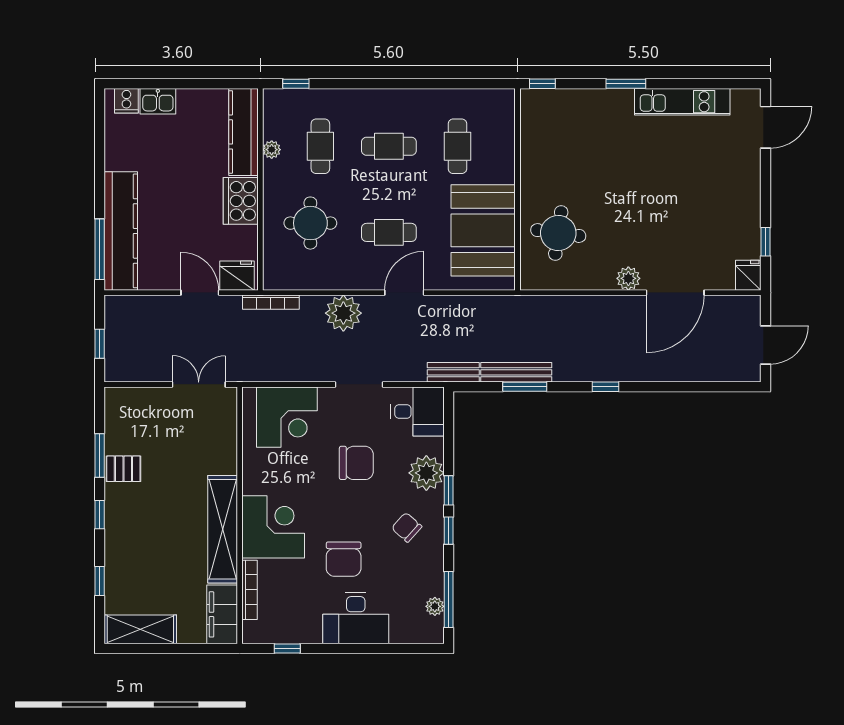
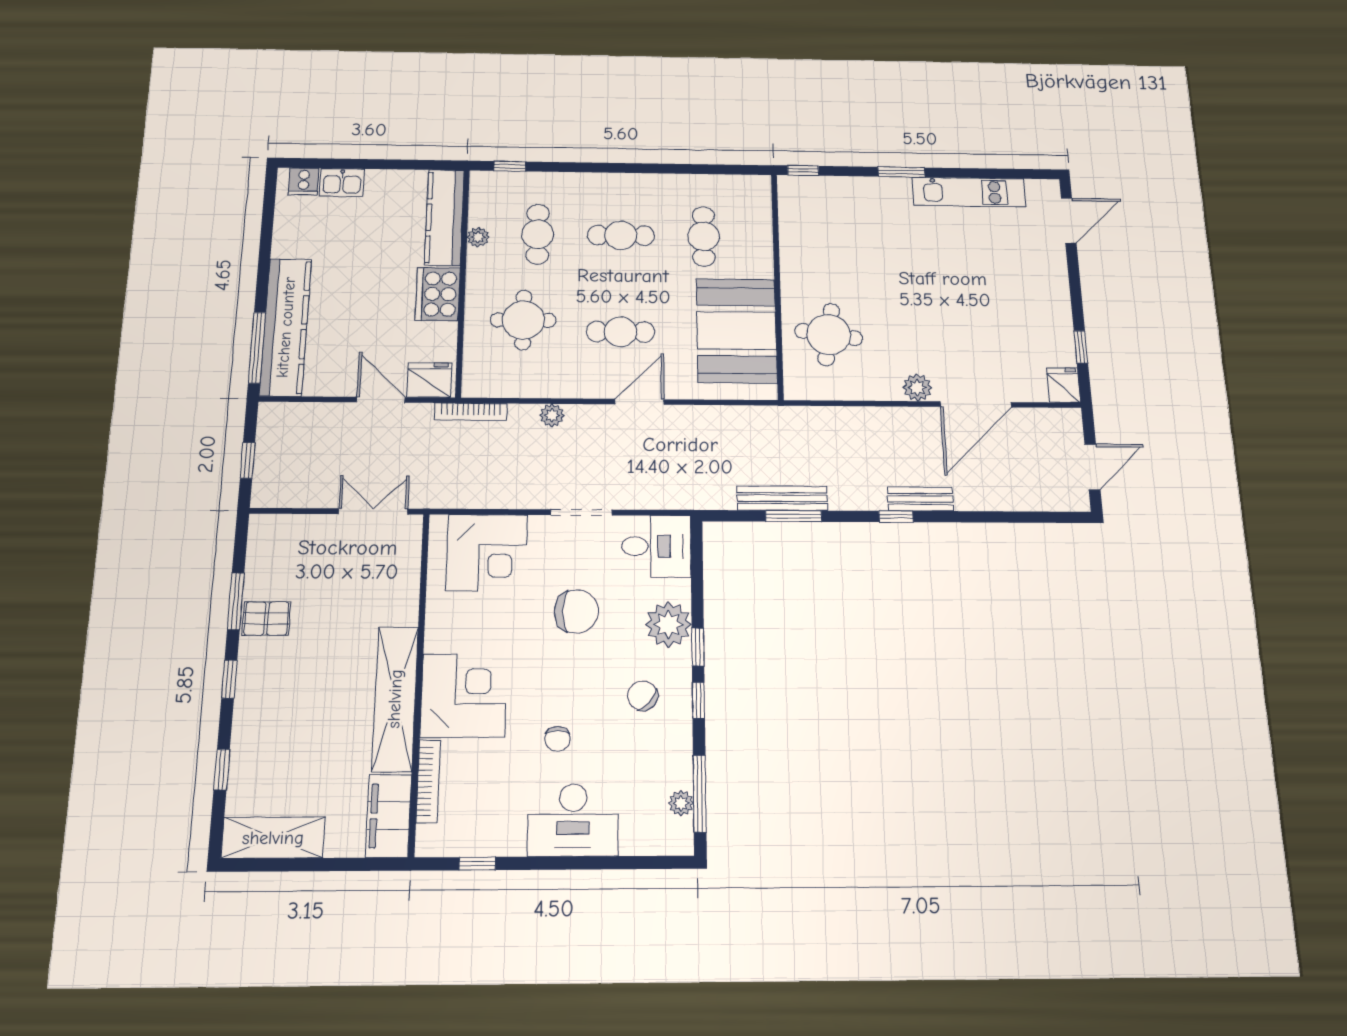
plant: (343, 313) -> (552, 415), width x0.53, depth x0.53
bench: (453, 372) -> (921, 499), moved
chair: (344, 559) -> (558, 739), width x0.54, depth x0.54

